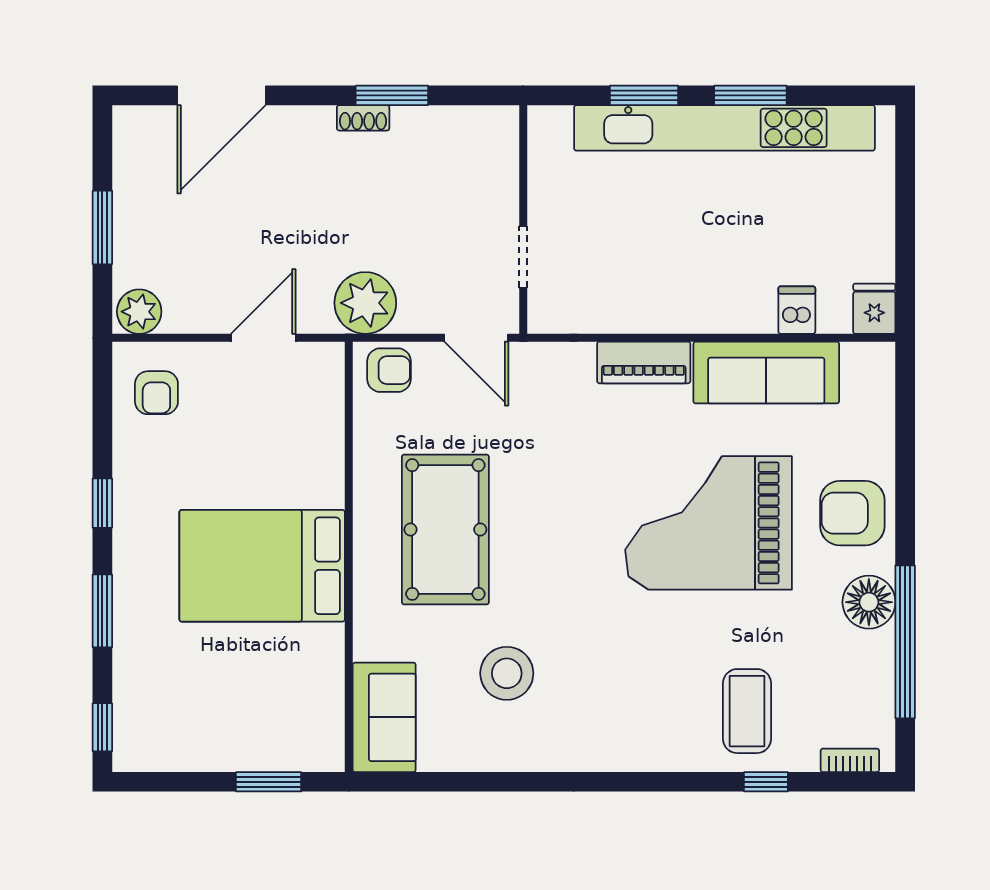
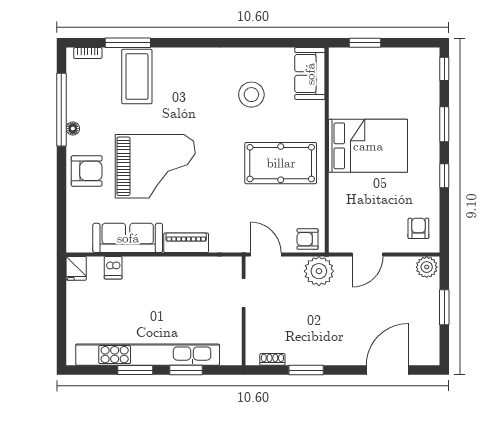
shoe rack: (363, 118) -> (272, 359), moved
pool table: (445, 529) -> (281, 163), turned 90
floor lamp: (869, 602) -> (73, 128), width x0.53, depth x0.53
coffee table: (747, 711) -> (137, 77), width x1.36, depth x1.32
window: (766, 782) -> (128, 43), width x2.17

